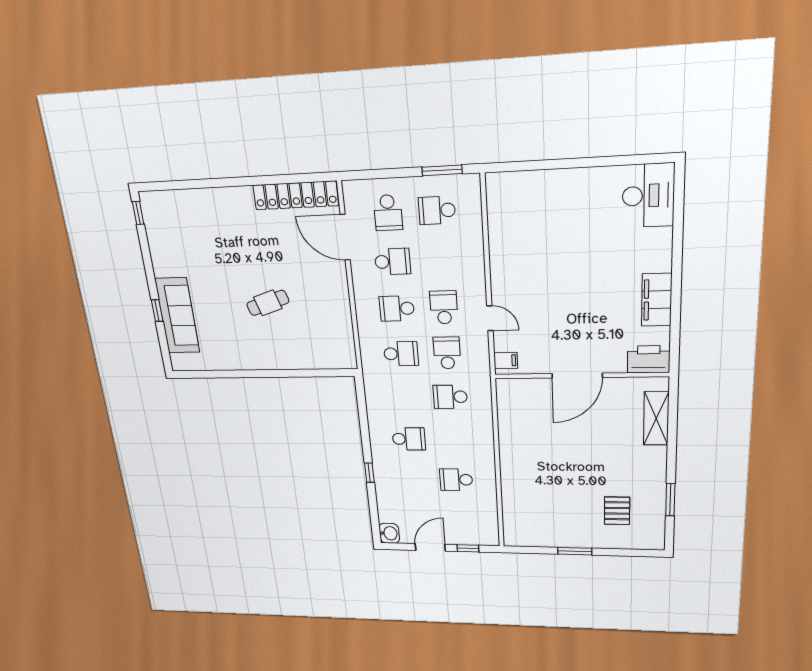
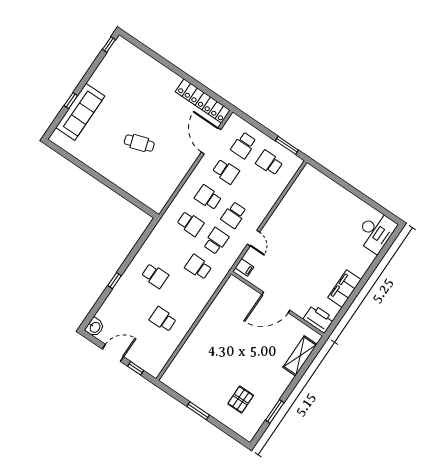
school desk: (444, 307) -> (234, 215), turned 180

